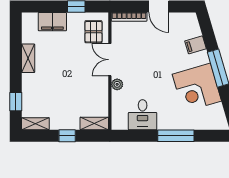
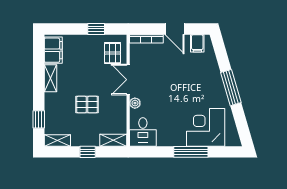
filing cabinet: (52, 22) -> (53, 50), moved, turned -90
filing cabinet: (195, 45) -> (197, 43), moved, turned -74
pallet: (67, 86) -> (87, 105), added
corner desk: (197, 88) -> (206, 127), moved, turned 106
desk: (143, 115) -> (143, 132), moved

